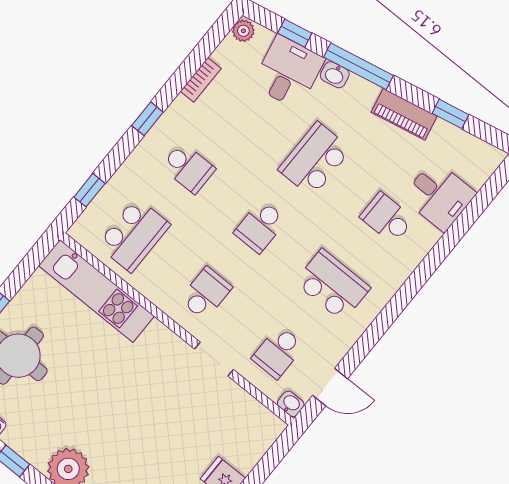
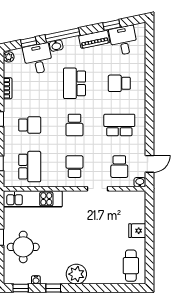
desk: (439, 195) -> (123, 40), moved, turned -102

